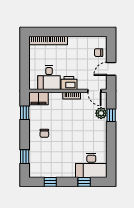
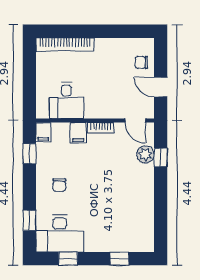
door: (111, 69) -> (161, 87), hinge flipped
printer: (69, 83) -> (97, 109), removed
filing cabinet: (39, 99) -> (43, 132), width x0.50
filing cabinet: (57, 99) -> (78, 133), added
desk: (91, 165) -> (60, 234), moved

